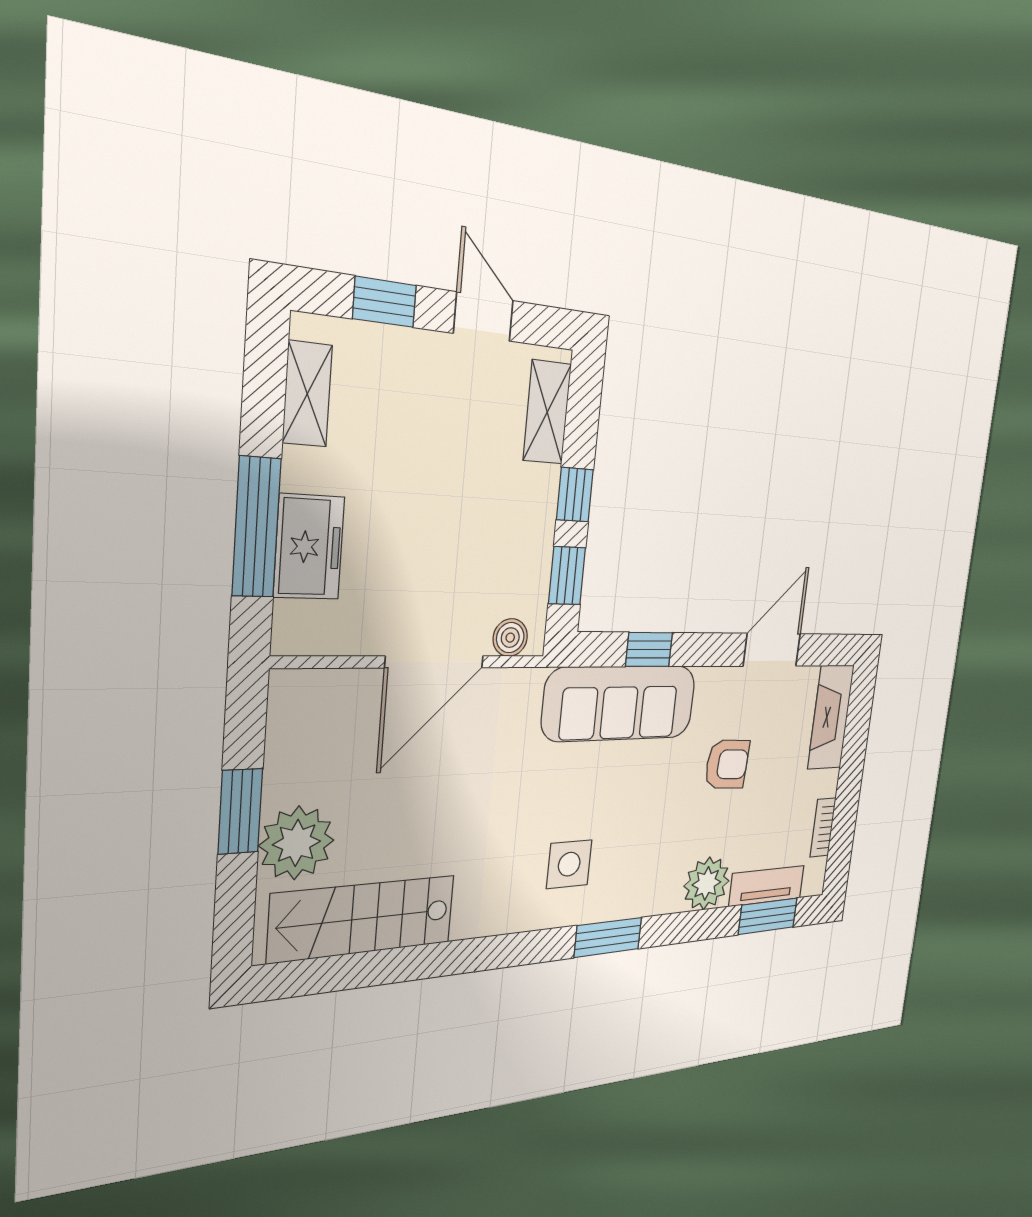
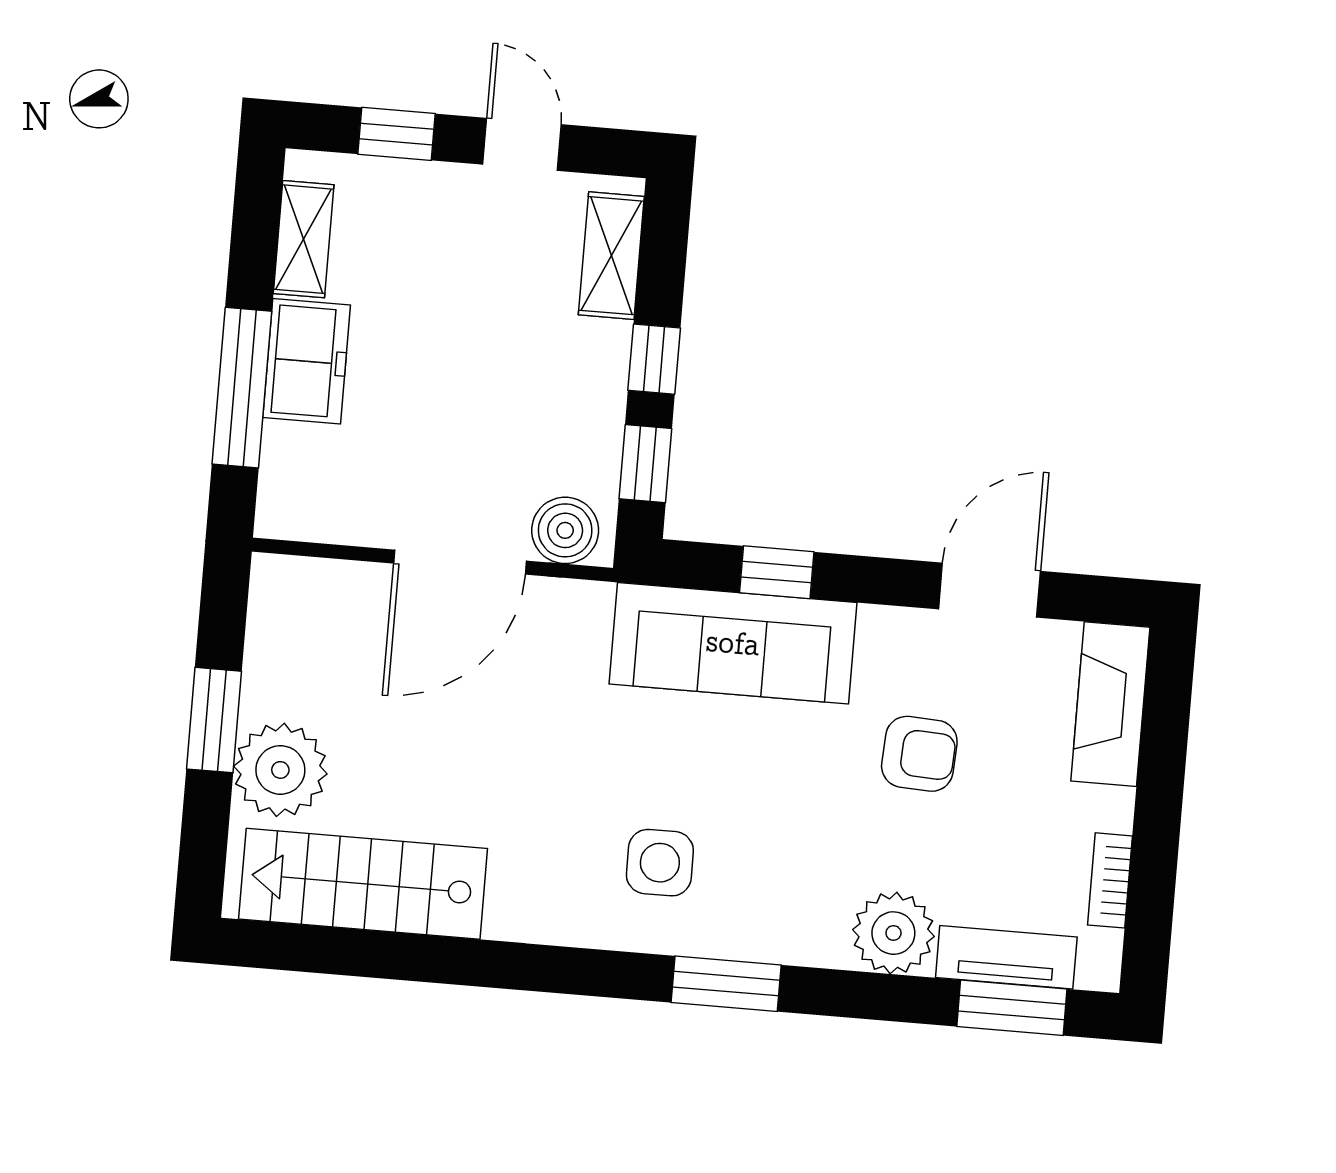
freezer: (309, 547) -> (307, 361), moved
boiler: (510, 638) -> (565, 530), width x1.36, depth x1.36

